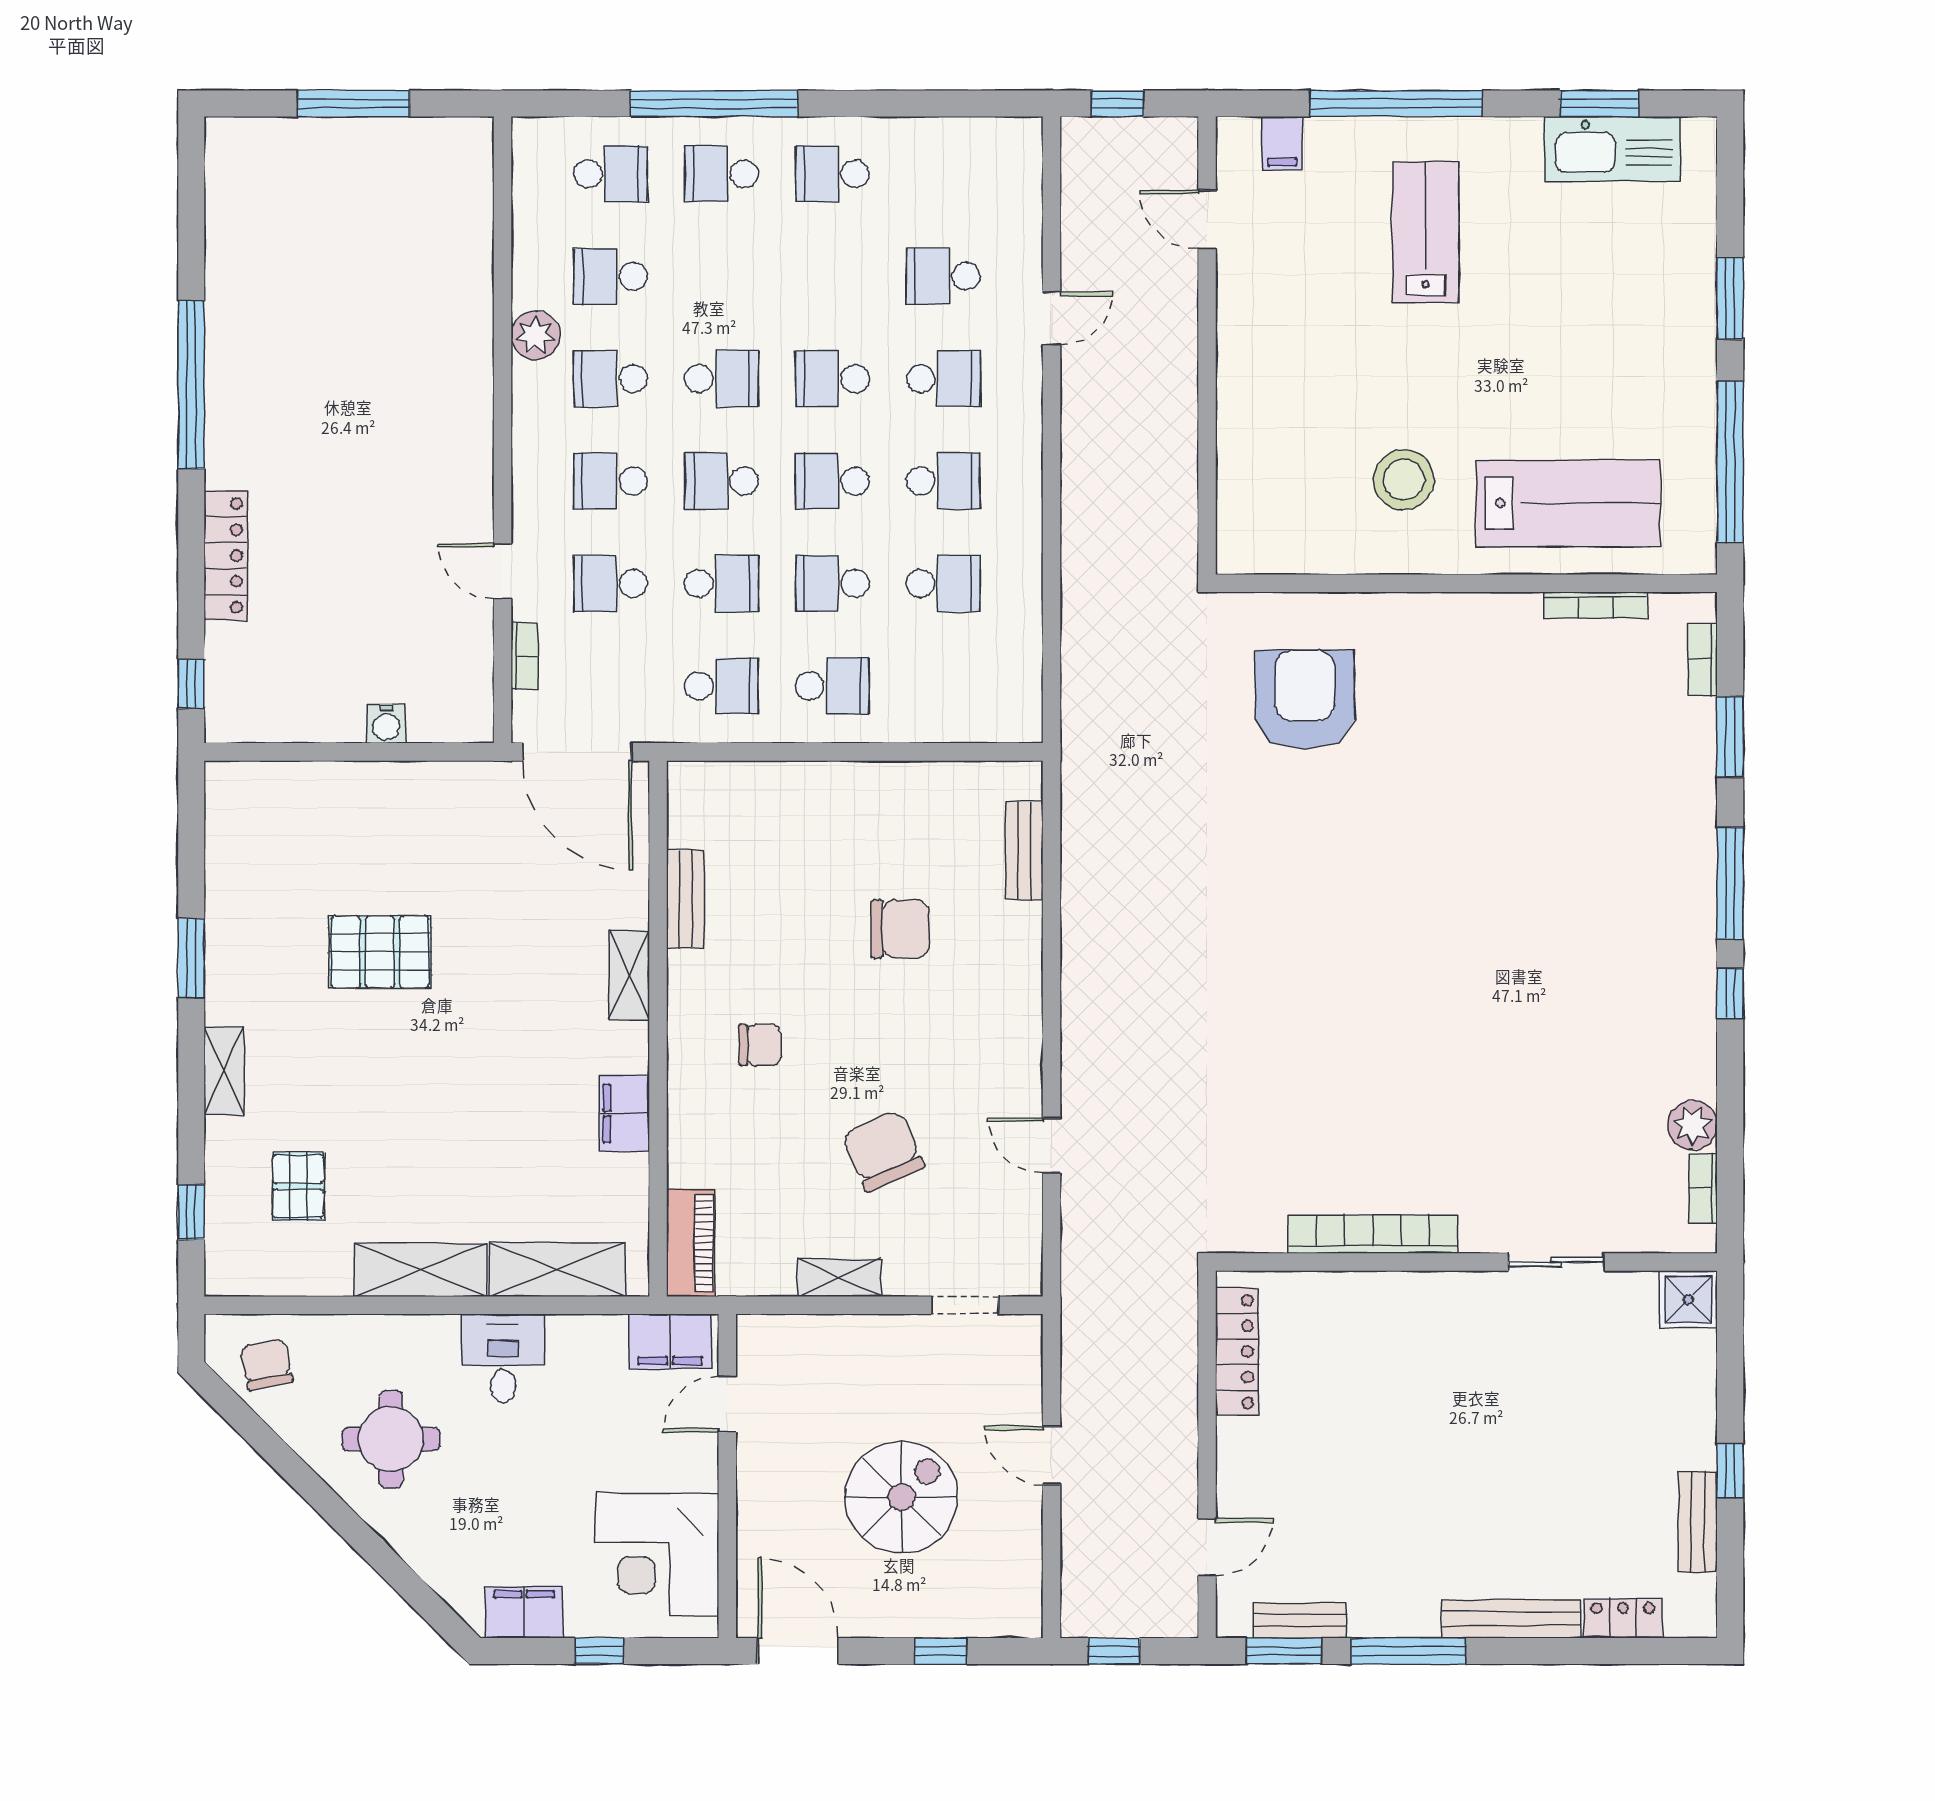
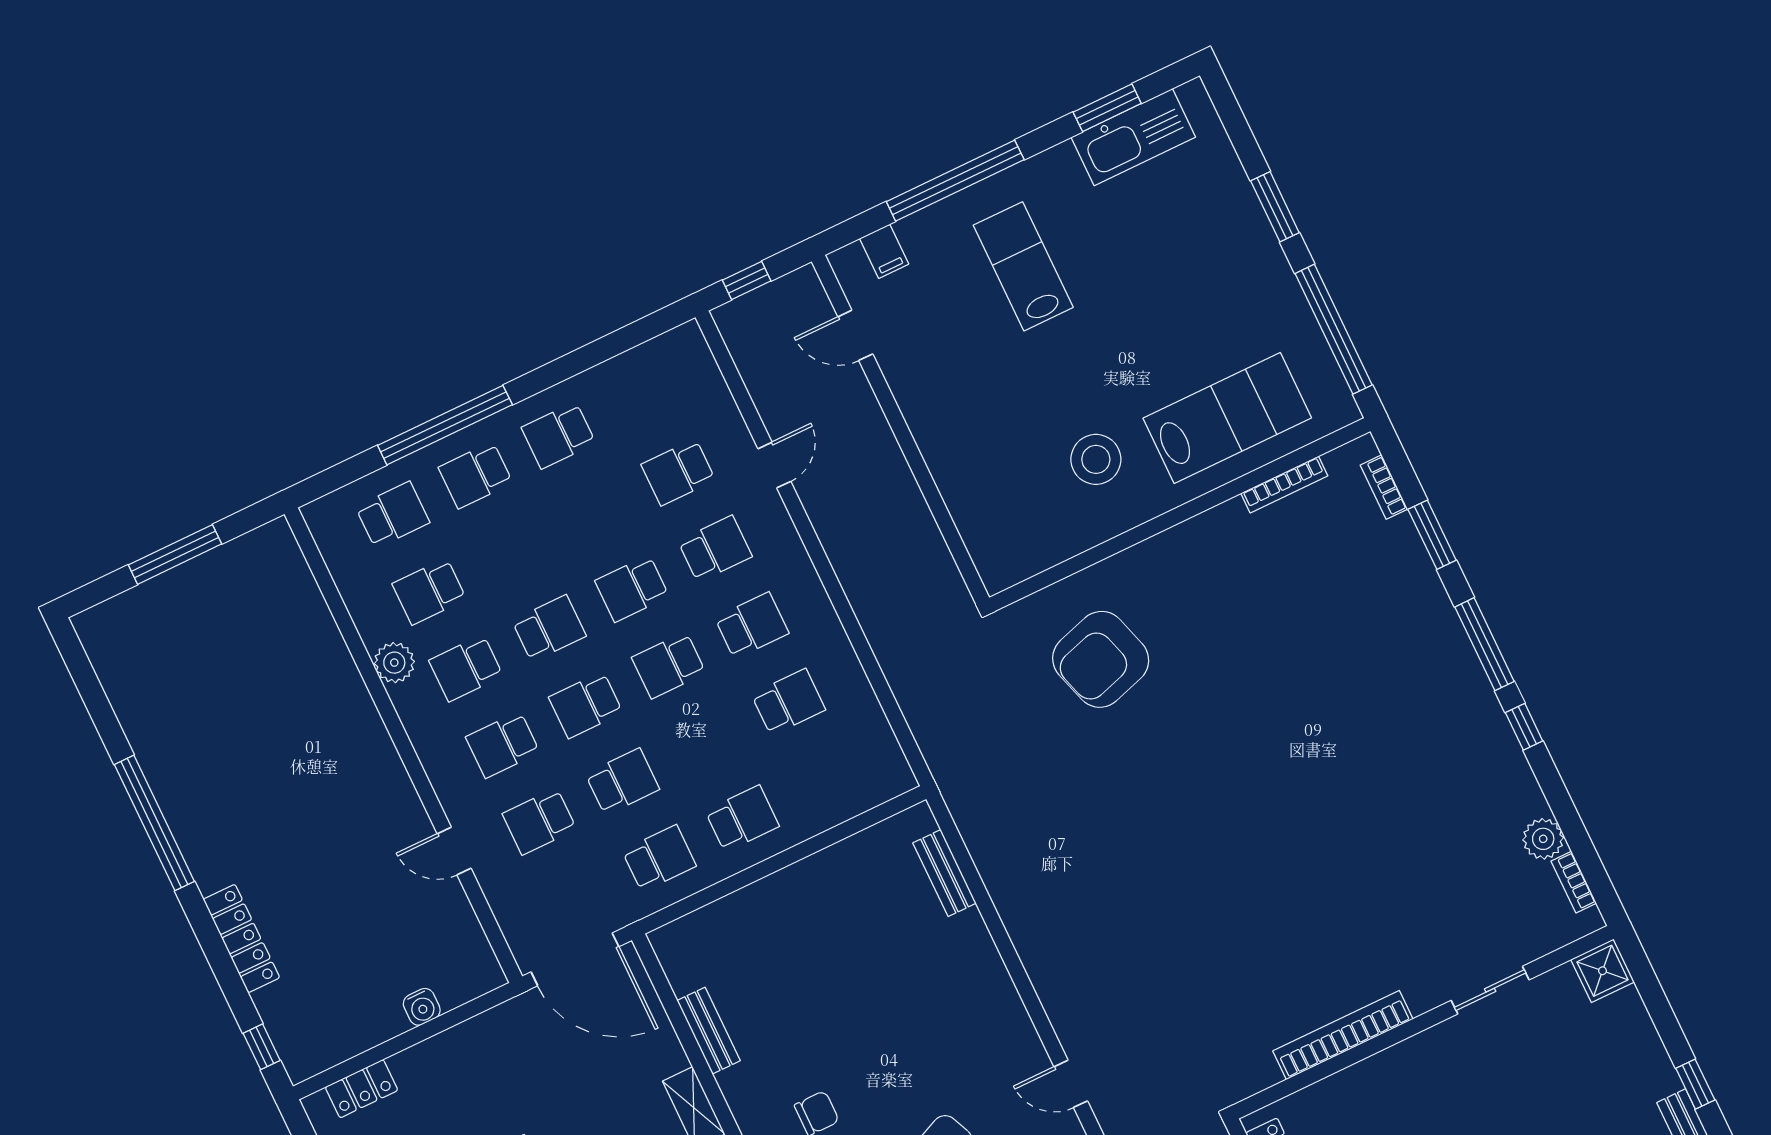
school desk: (832, 583) -> (705, 742), removed
bookcase: (524, 656) -> (501, 907), removed
armchair: (1305, 700) -> (1101, 659), turned -107
locker: (278, 781) -> (362, 1089), added
chair: (900, 929) -> (880, 976), removed

